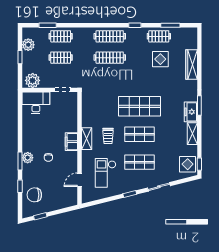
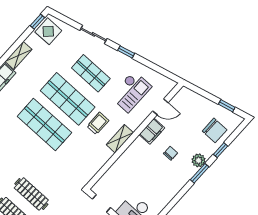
shop shelf: (139, 134) -> (68, 99), width x1.43, depth x1.36
filing cabinet: (71, 142) -> (152, 131), moved
plant: (28, 158) -> (199, 160), moved

